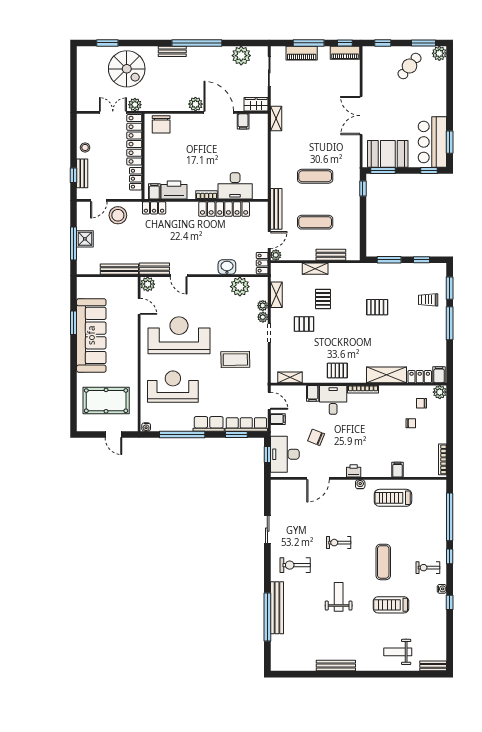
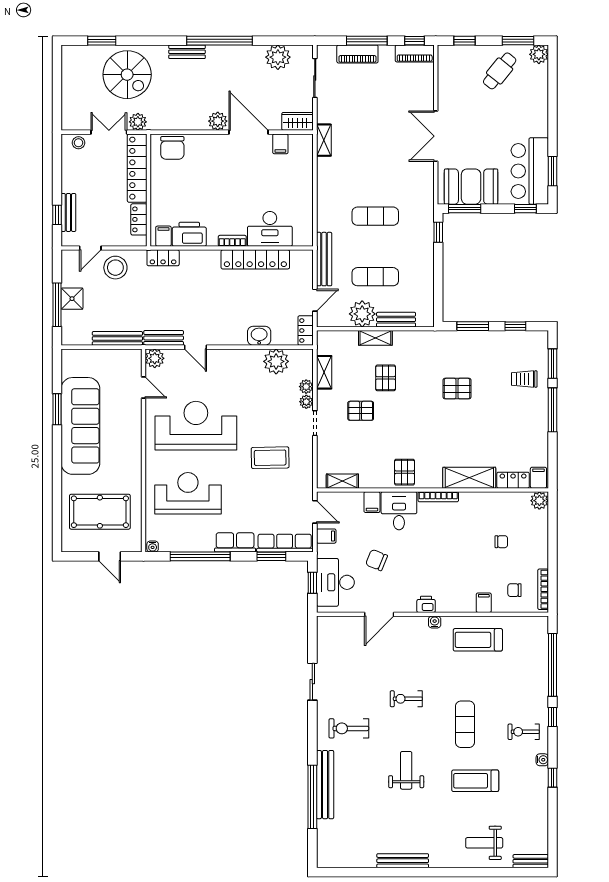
stool: (85, 147) -> (79, 143), moved
plant: (276, 255) -> (362, 314), moved, width x1.88, depth x1.88
pallet: (337, 371) -> (405, 472), turned 90
chair: (421, 403) -> (514, 590), moved

